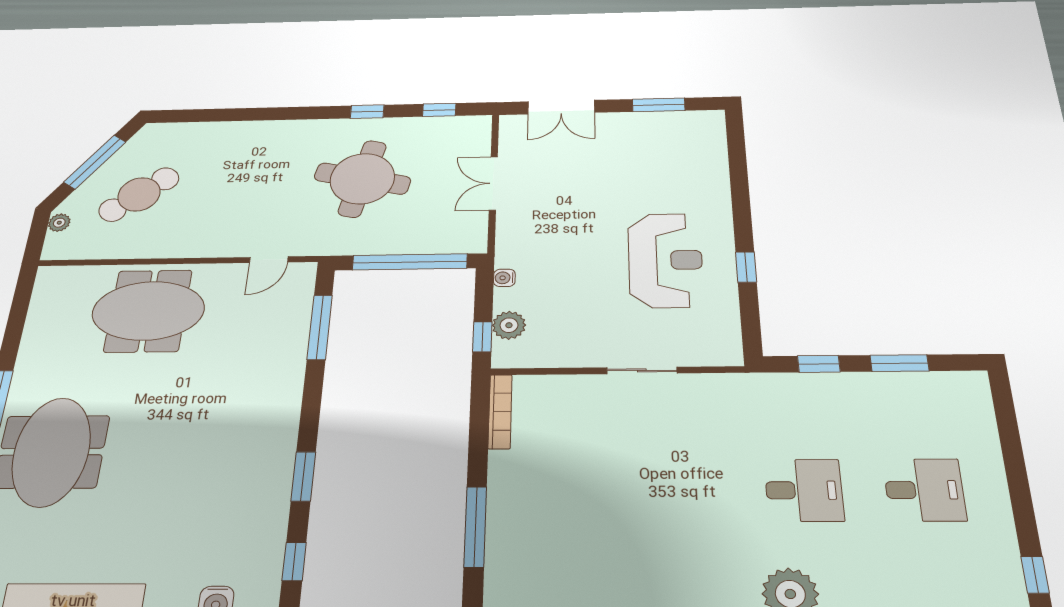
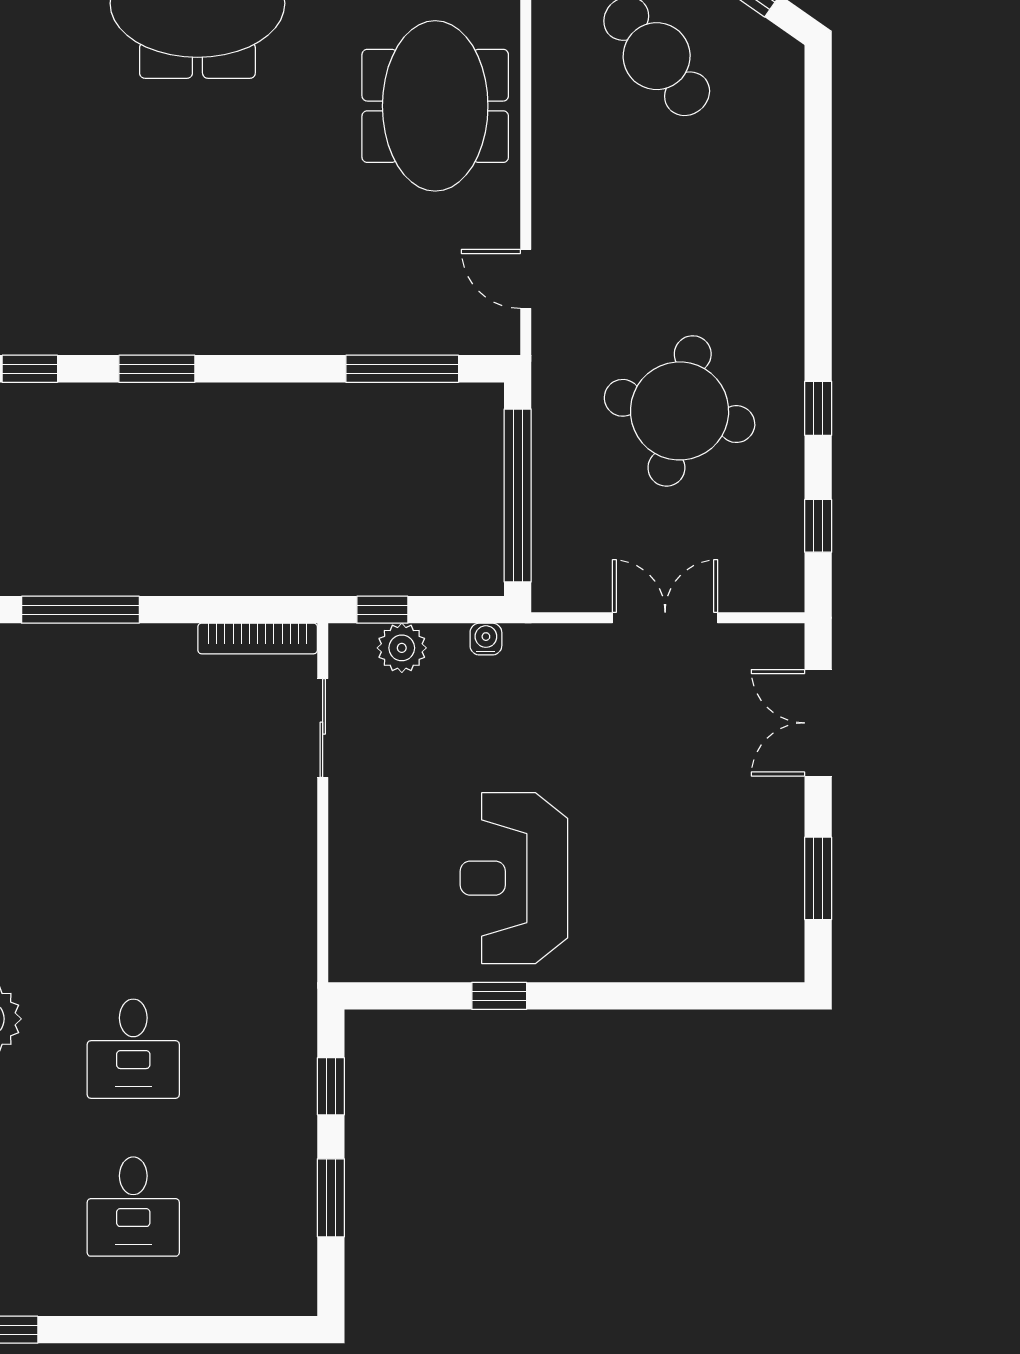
reception desk: (665, 260) -> (514, 878), turned 90
sliding door: (642, 370) -> (323, 728), moved

